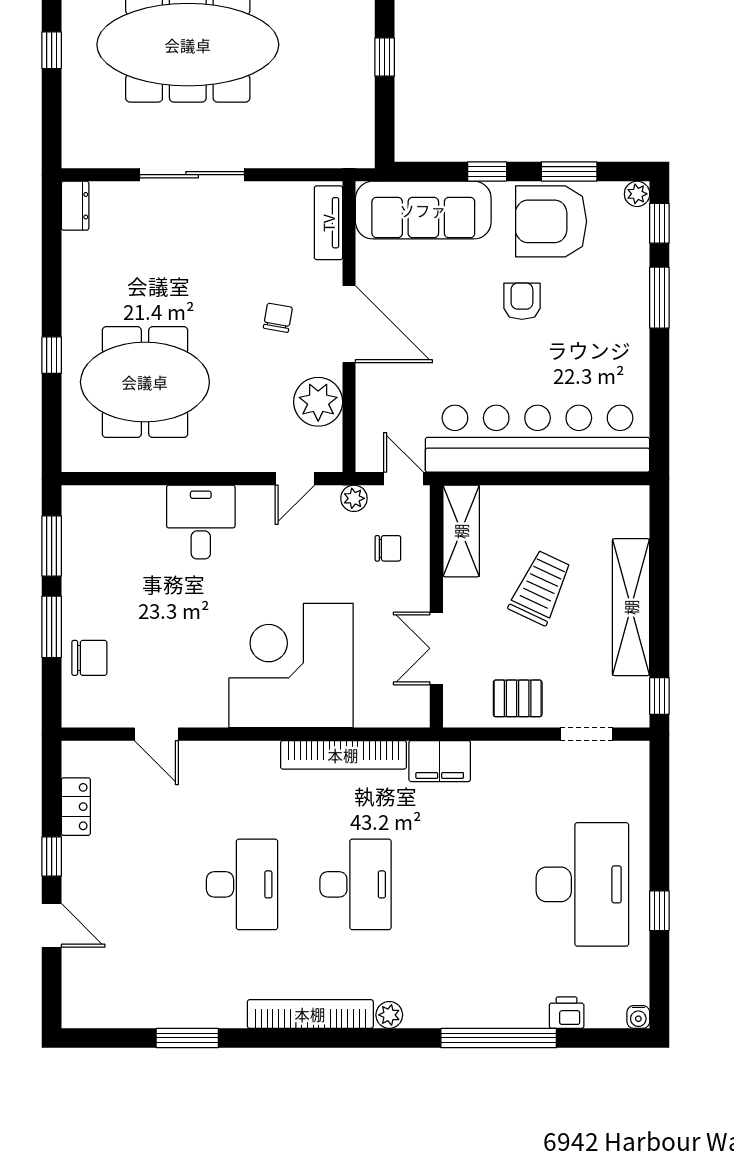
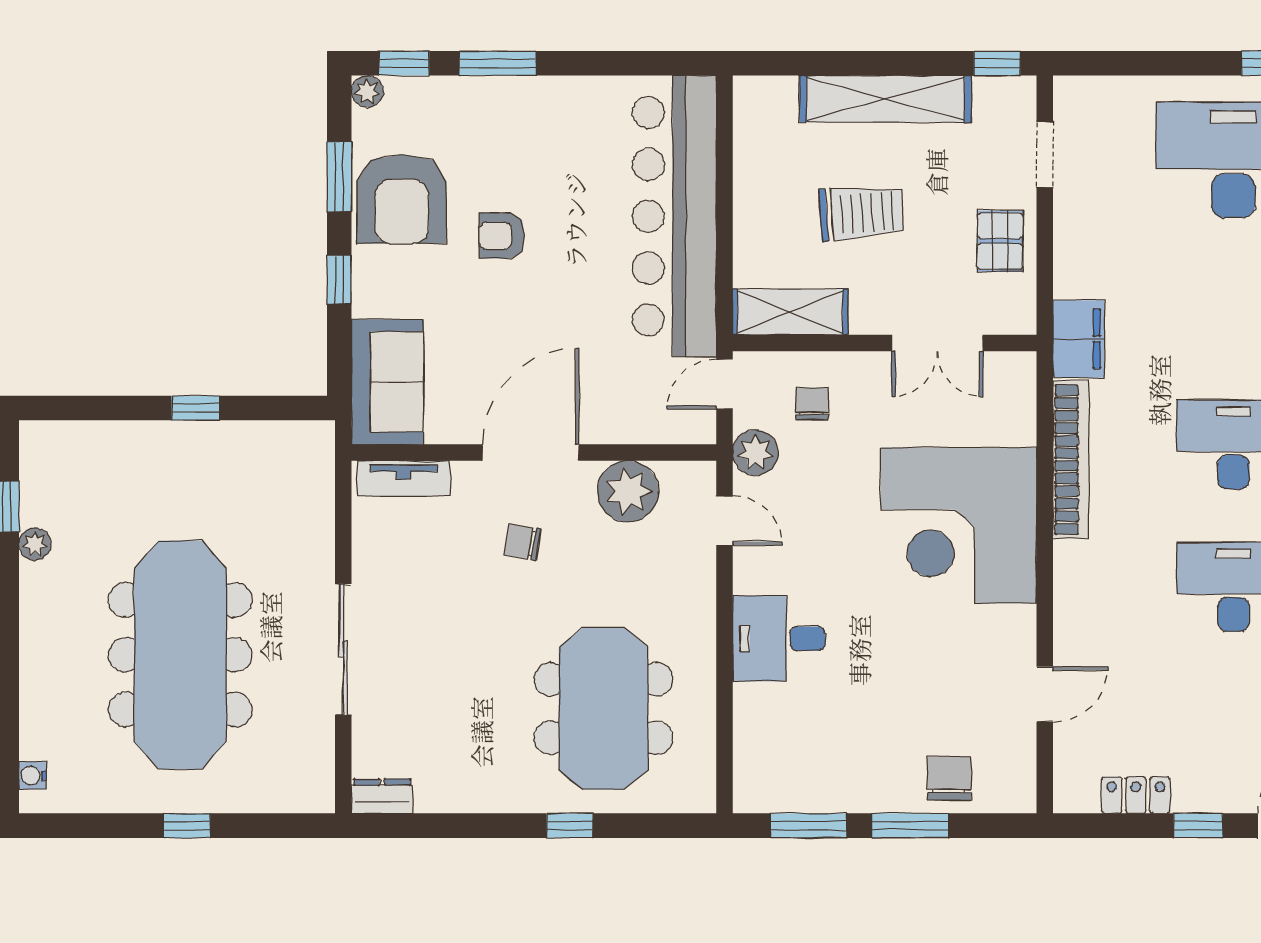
sofa: (423, 210) -> (388, 382), width x0.73
plant: (354, 498) -> (755, 453), width x1.38, depth x1.38
trolley: (540, 588) -> (861, 213), turned 151

